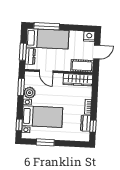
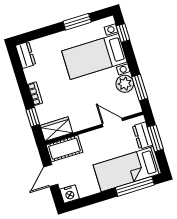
wardrobe: (78, 80) -> (56, 129), width x0.67
dresser: (86, 123) -> (26, 55), moved
window: (93, 126) -> (33, 117), moved

